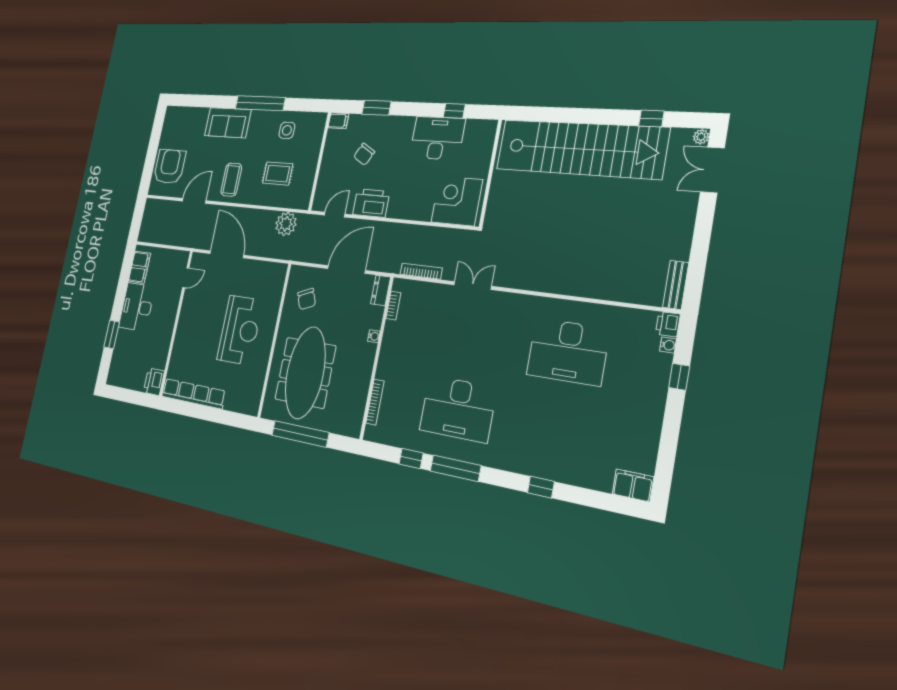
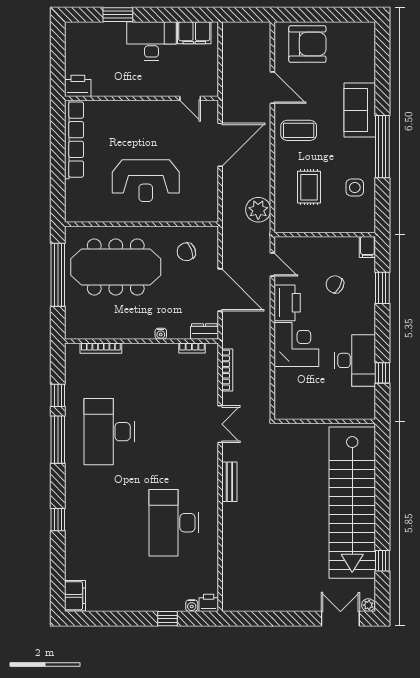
corner desk: (457, 201) -> (296, 344), moved
bench: (676, 285) -> (229, 482), moved, turned 90

